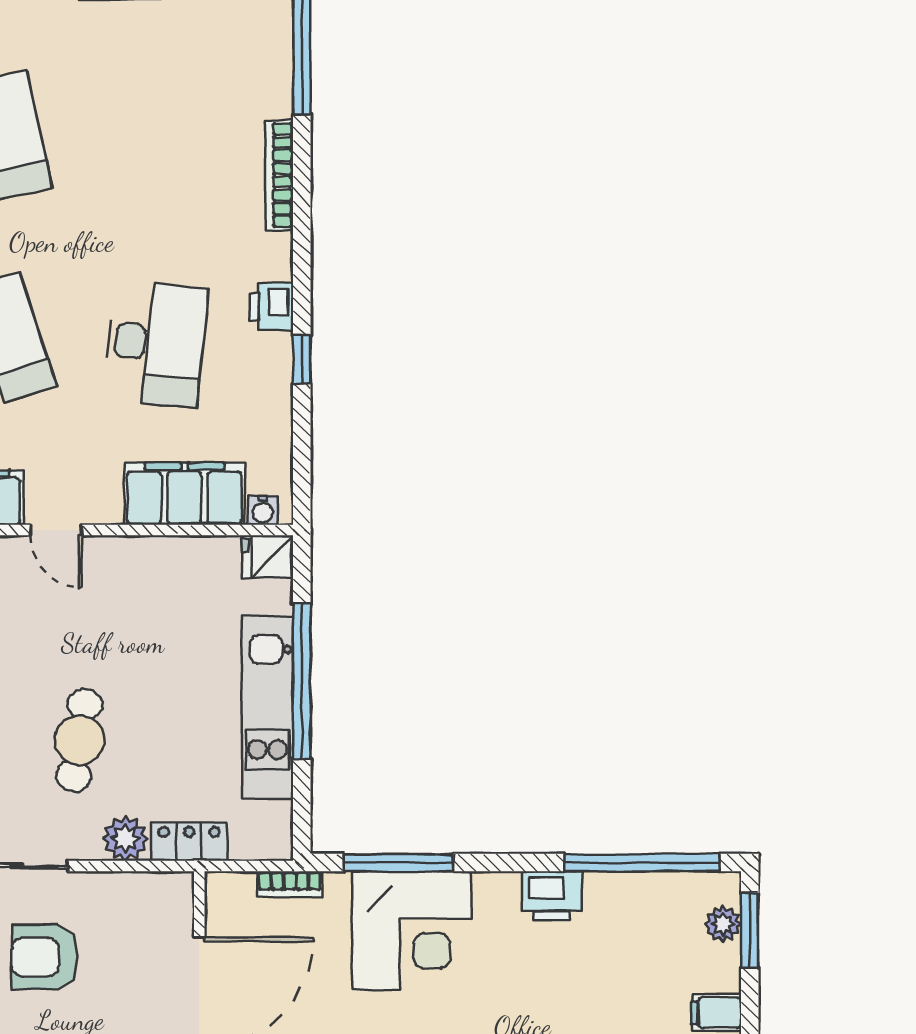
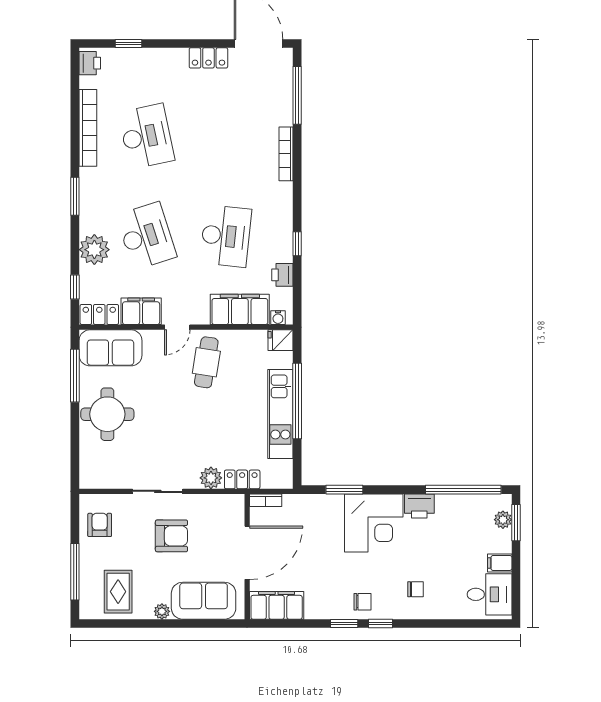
printer: (272, 307) -> (282, 275), moved
door: (56, 530) -> (177, 327), hinge flipped
cafe table: (79, 740) -> (206, 362), moved
window: (398, 863) -> (344, 490), width x0.69
bookcase: (290, 884) -> (266, 500), moved
corner desk: (412, 931) -> (374, 523), moved
armchair: (45, 957) -> (171, 536), turned 180

